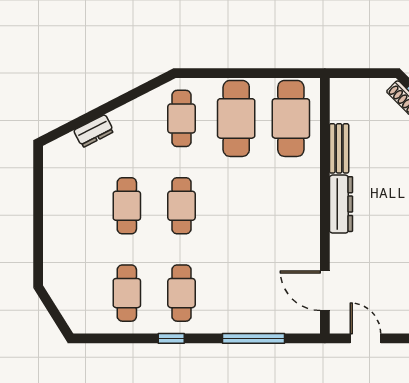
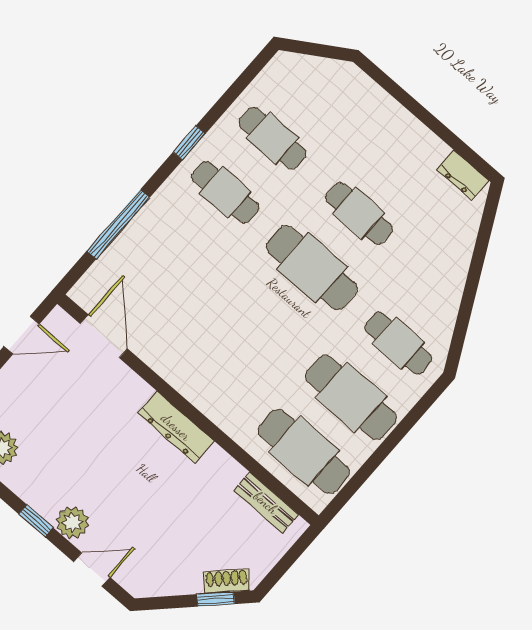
dresser: (94, 131) -> (463, 175), moved, turned -63
bench: (339, 148) -> (266, 503), moved
cafe table: (182, 206) -> (312, 268), width x1.37, depth x1.35
door: (325, 291) -> (104, 336), hinge flipped

